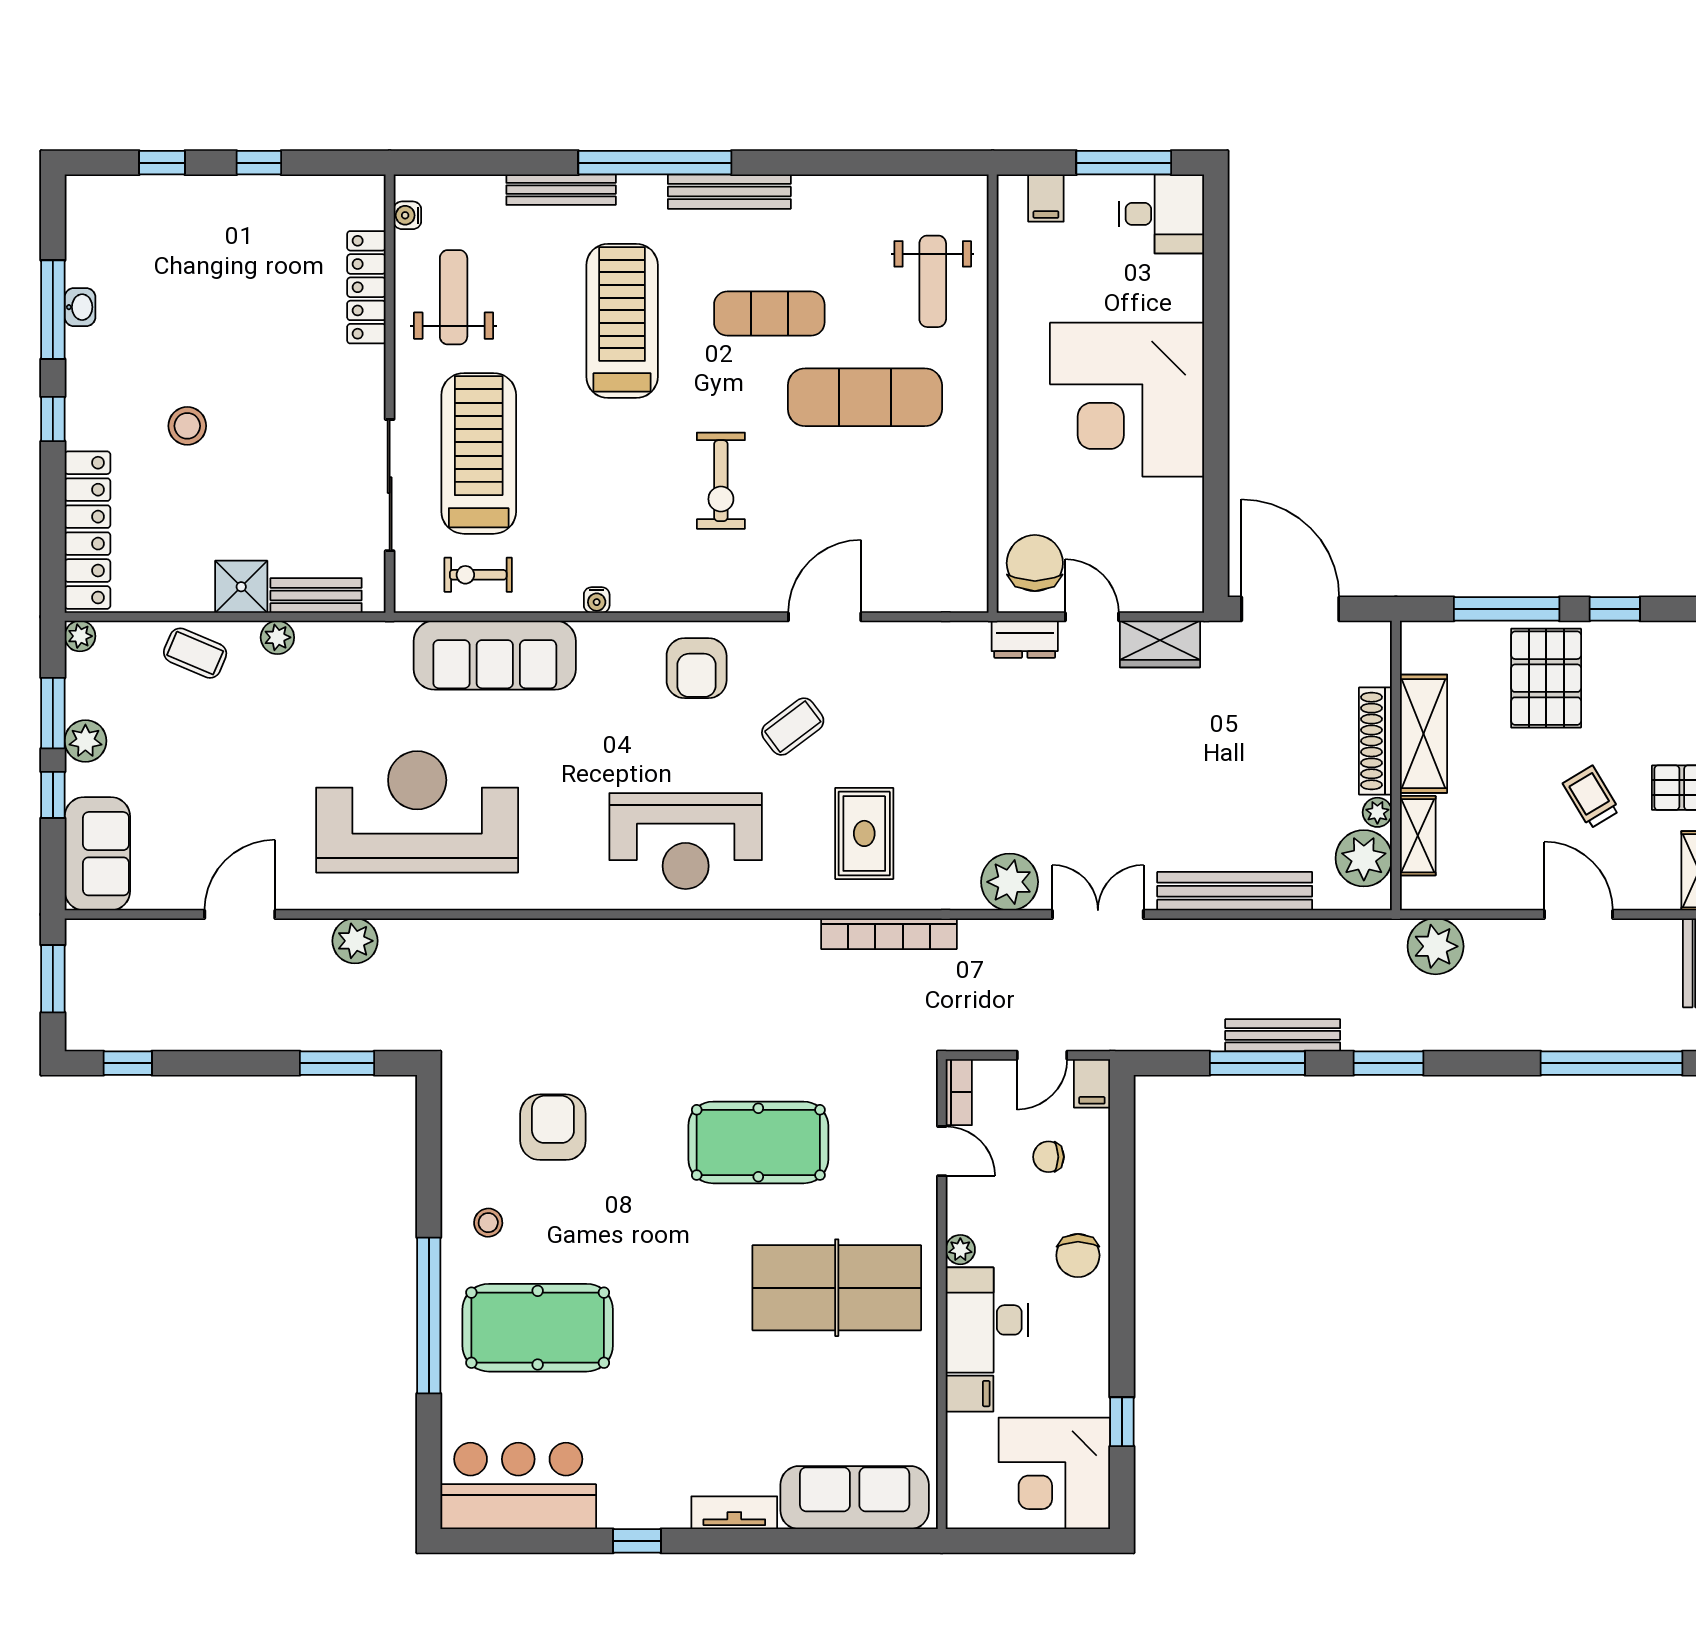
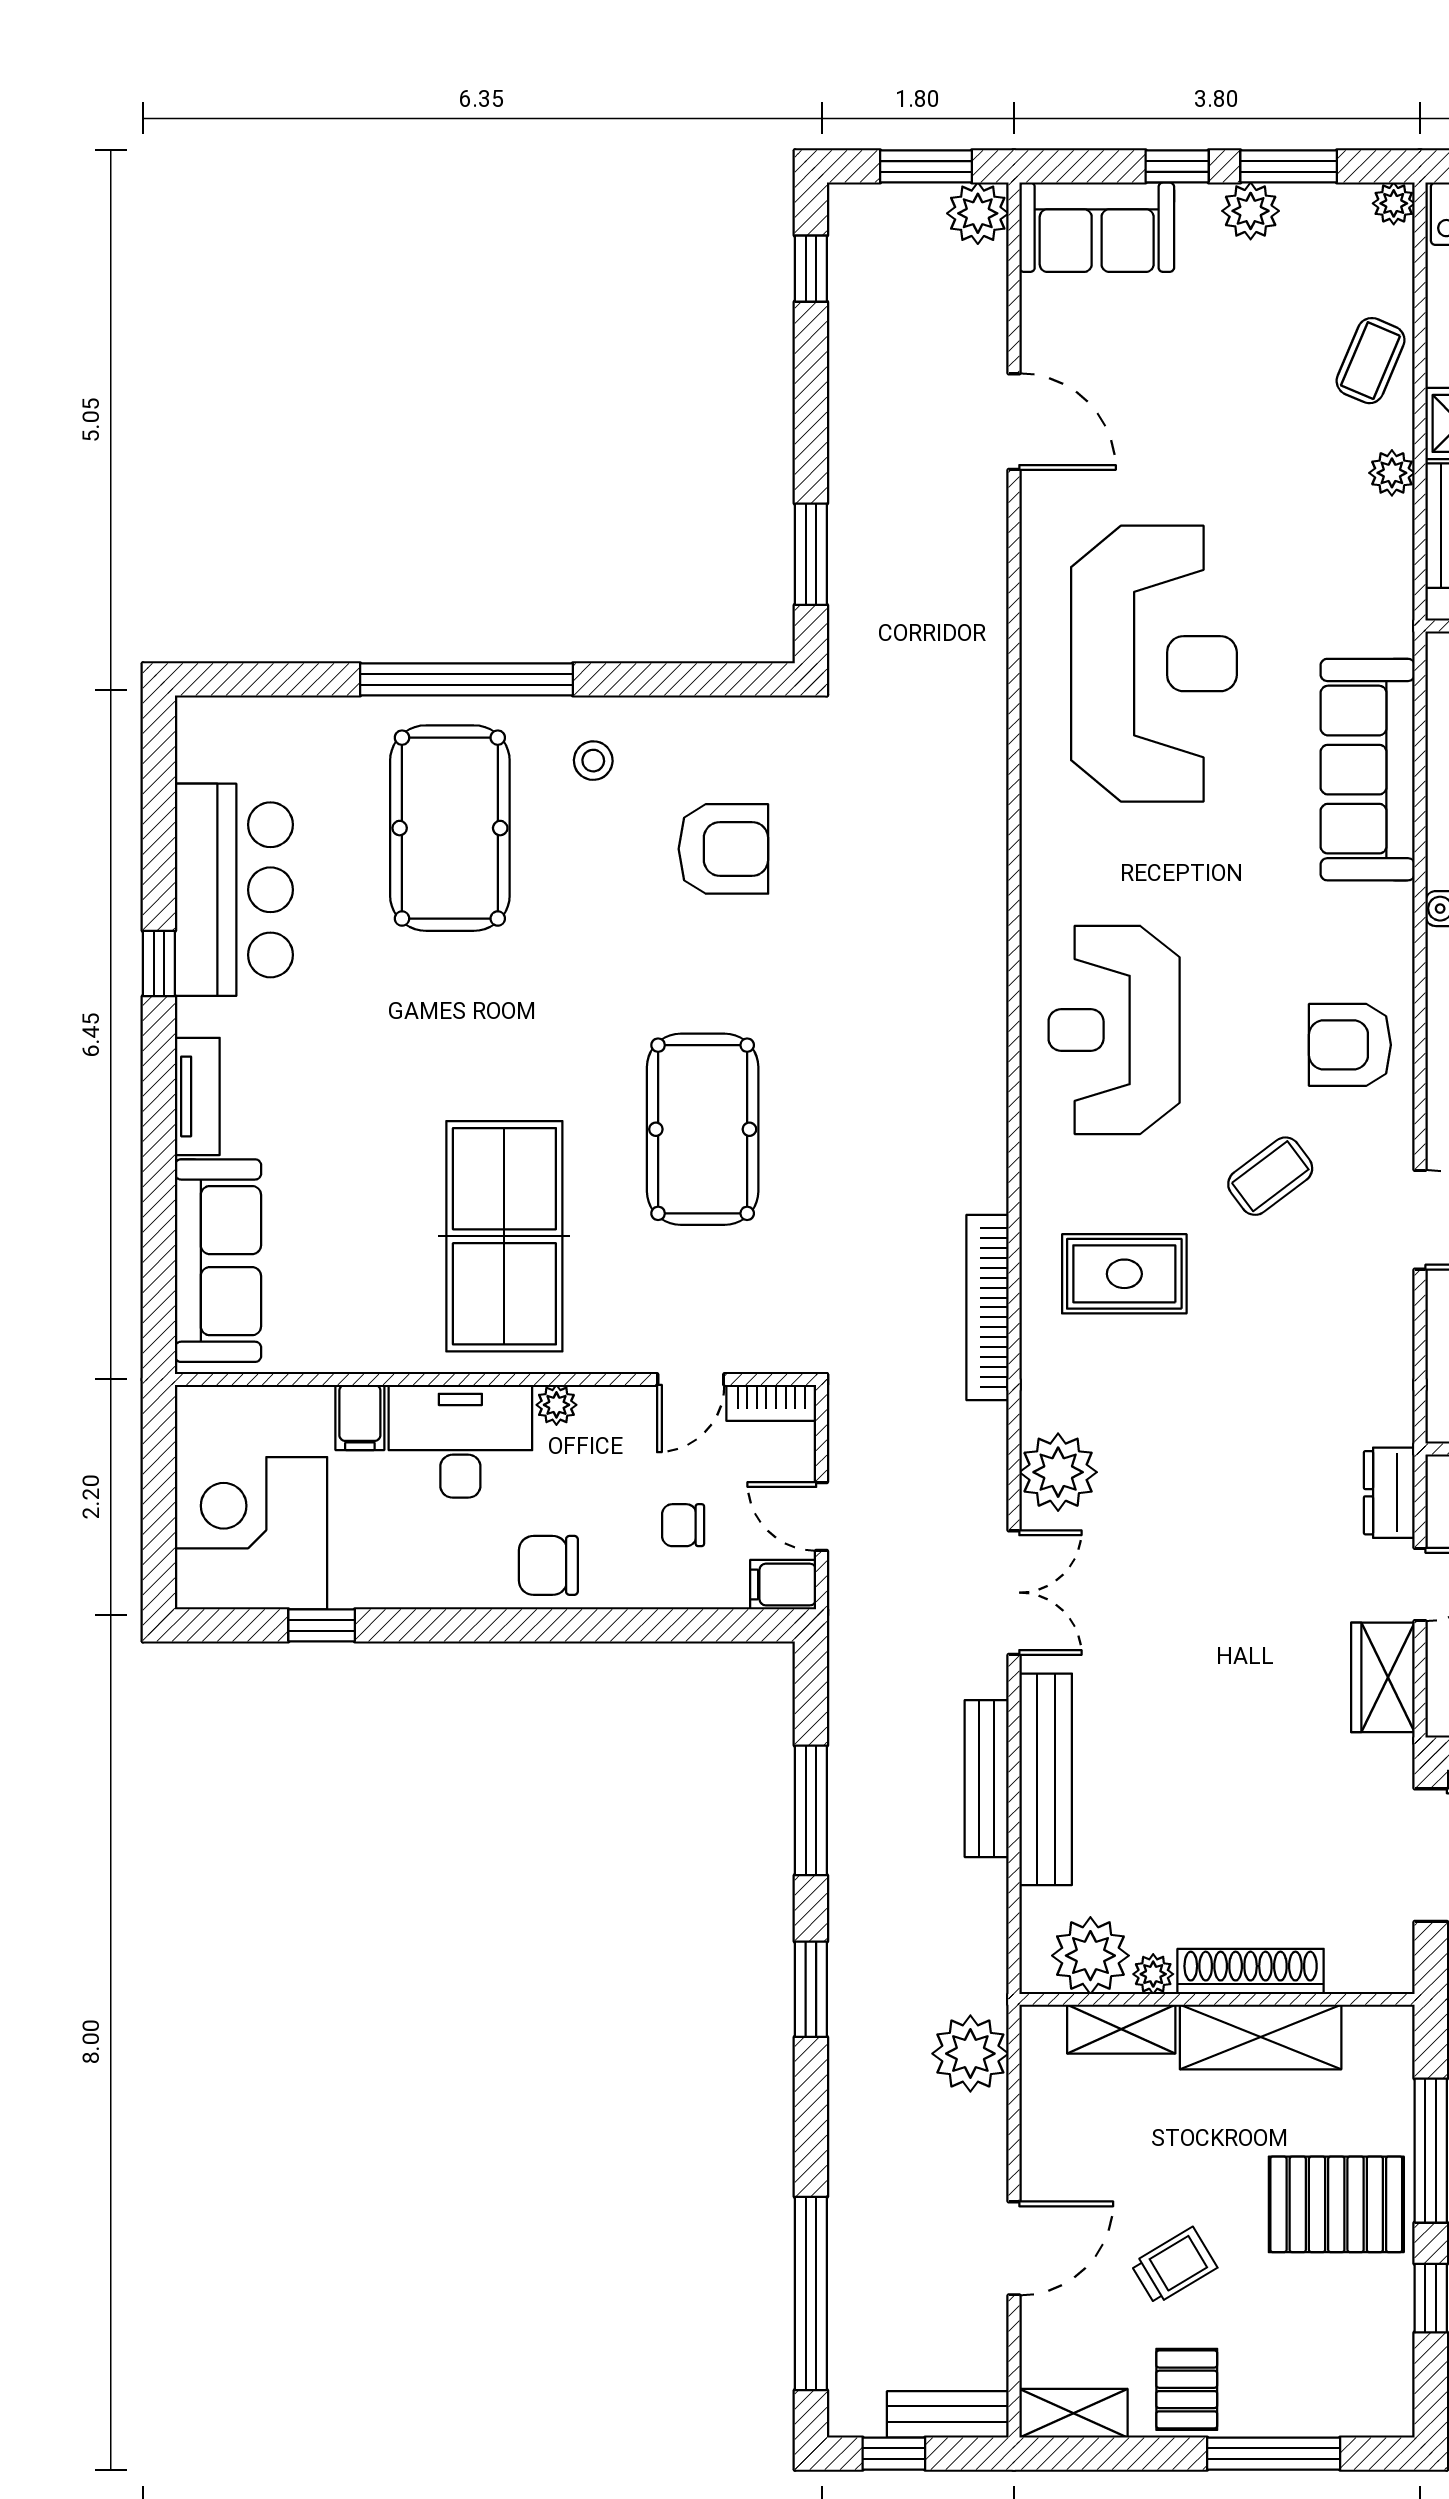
coffee table: (793, 727) -> (1270, 1176), turned 90
plant: (355, 941) -> (978, 213), moved
bench: (1283, 1035) -> (987, 1779), moved
chair: (1048, 1157) -> (683, 1525), turned -90
bar counter: (518, 1486) -> (234, 890), moved

